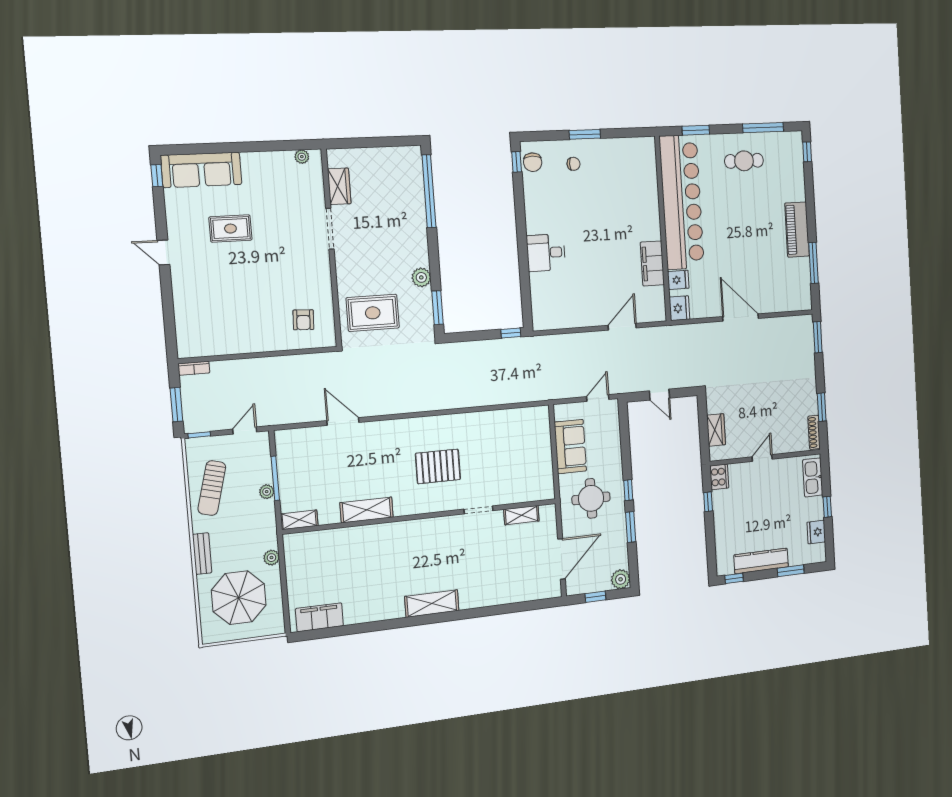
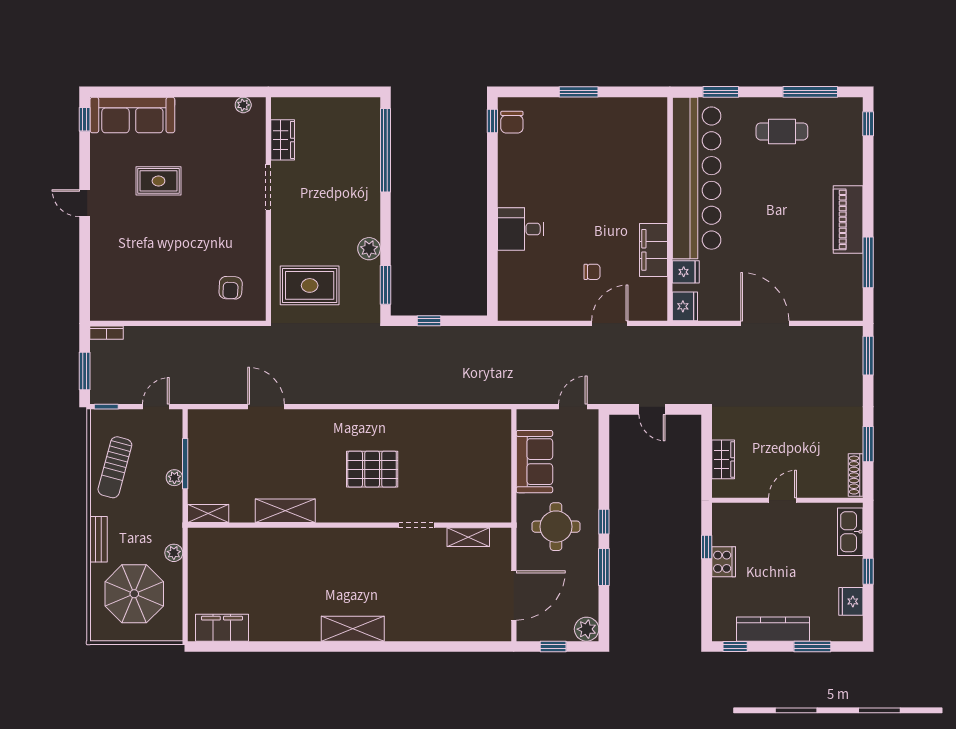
chair: (573, 164) -> (592, 272), moved
window: (511, 333) -> (429, 321), moved
cooker: (719, 477) -> (724, 562), moved

